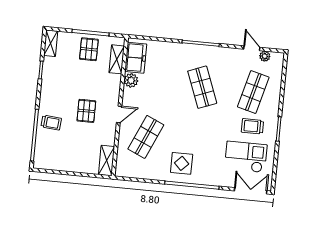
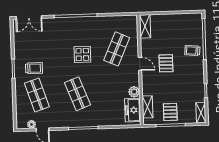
shop shelf: (253, 92) -> (37, 95), turned -33
door: (119, 114) -> (140, 64), swing flipped
checkout: (246, 157) -> (36, 43), removed
display table: (182, 163) -> (82, 54), moved

